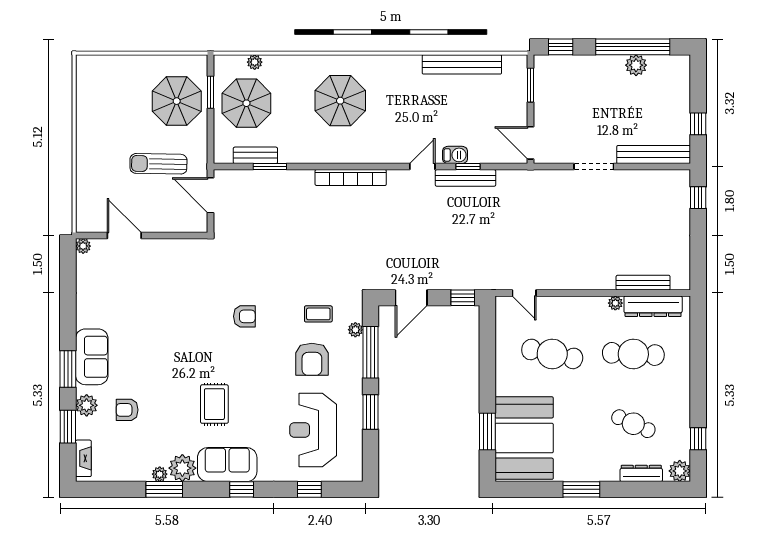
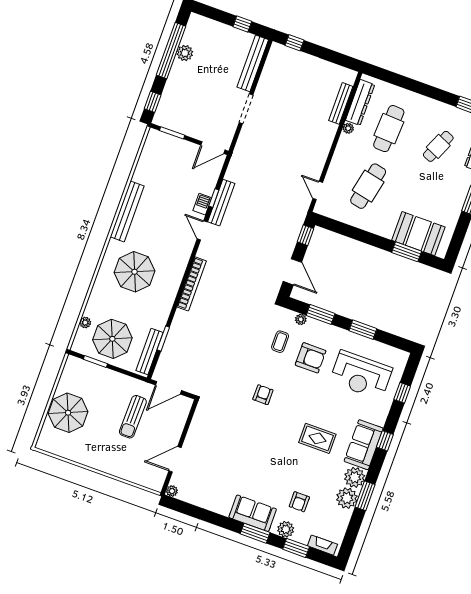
bench: (462, 64) -> (127, 211), moved
parasol: (177, 101) -> (68, 413), moved
bench: (255, 155) -> (150, 351), width x1.36
door: (524, 293) -> (318, 190), swing flipped
window: (371, 352) -> (321, 314), width x0.69
booth: (524, 438) -> (418, 234), width x0.73, depth x0.70
plant: (160, 474) -> (347, 498), width x1.88, depth x1.88

